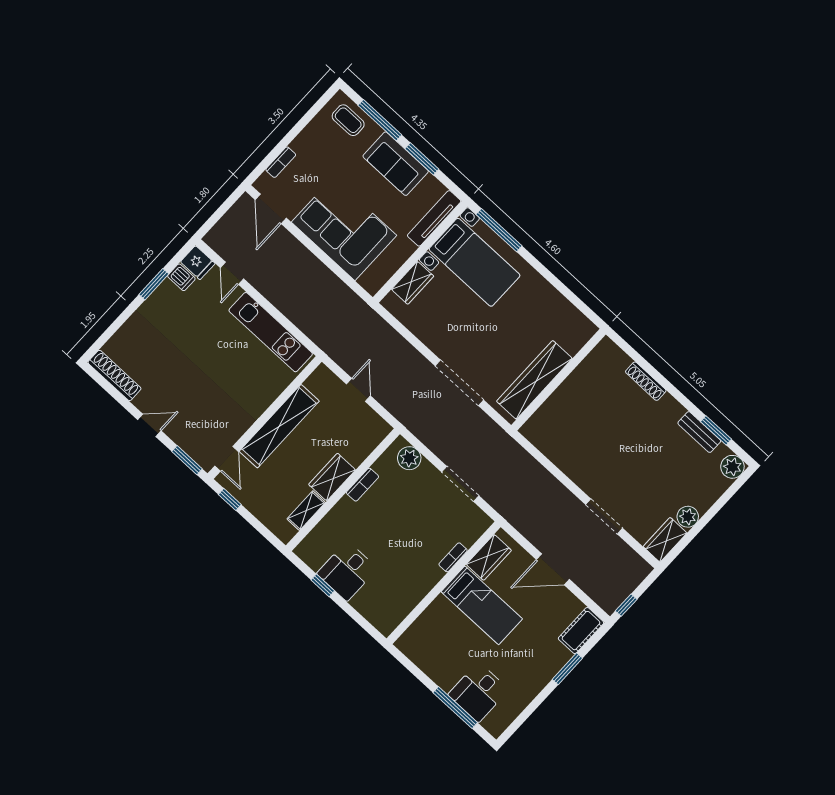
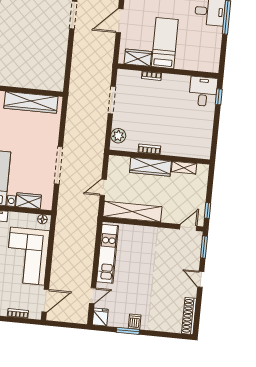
dishwasher: (181, 277) -> (135, 322), moved
floor lamp: (376, 283) -> (42, 219), added
doorway: (459, 383) -> (59, 165), moved
shelving: (279, 426) -> (132, 212), moved
wardrobe: (332, 477) -> (150, 167), width x1.50
door: (553, 569) -> (120, 21), swing flipped
desk: (347, 571) -> (203, 91), moved, turned -90
window: (323, 585) -> (219, 97), moved

